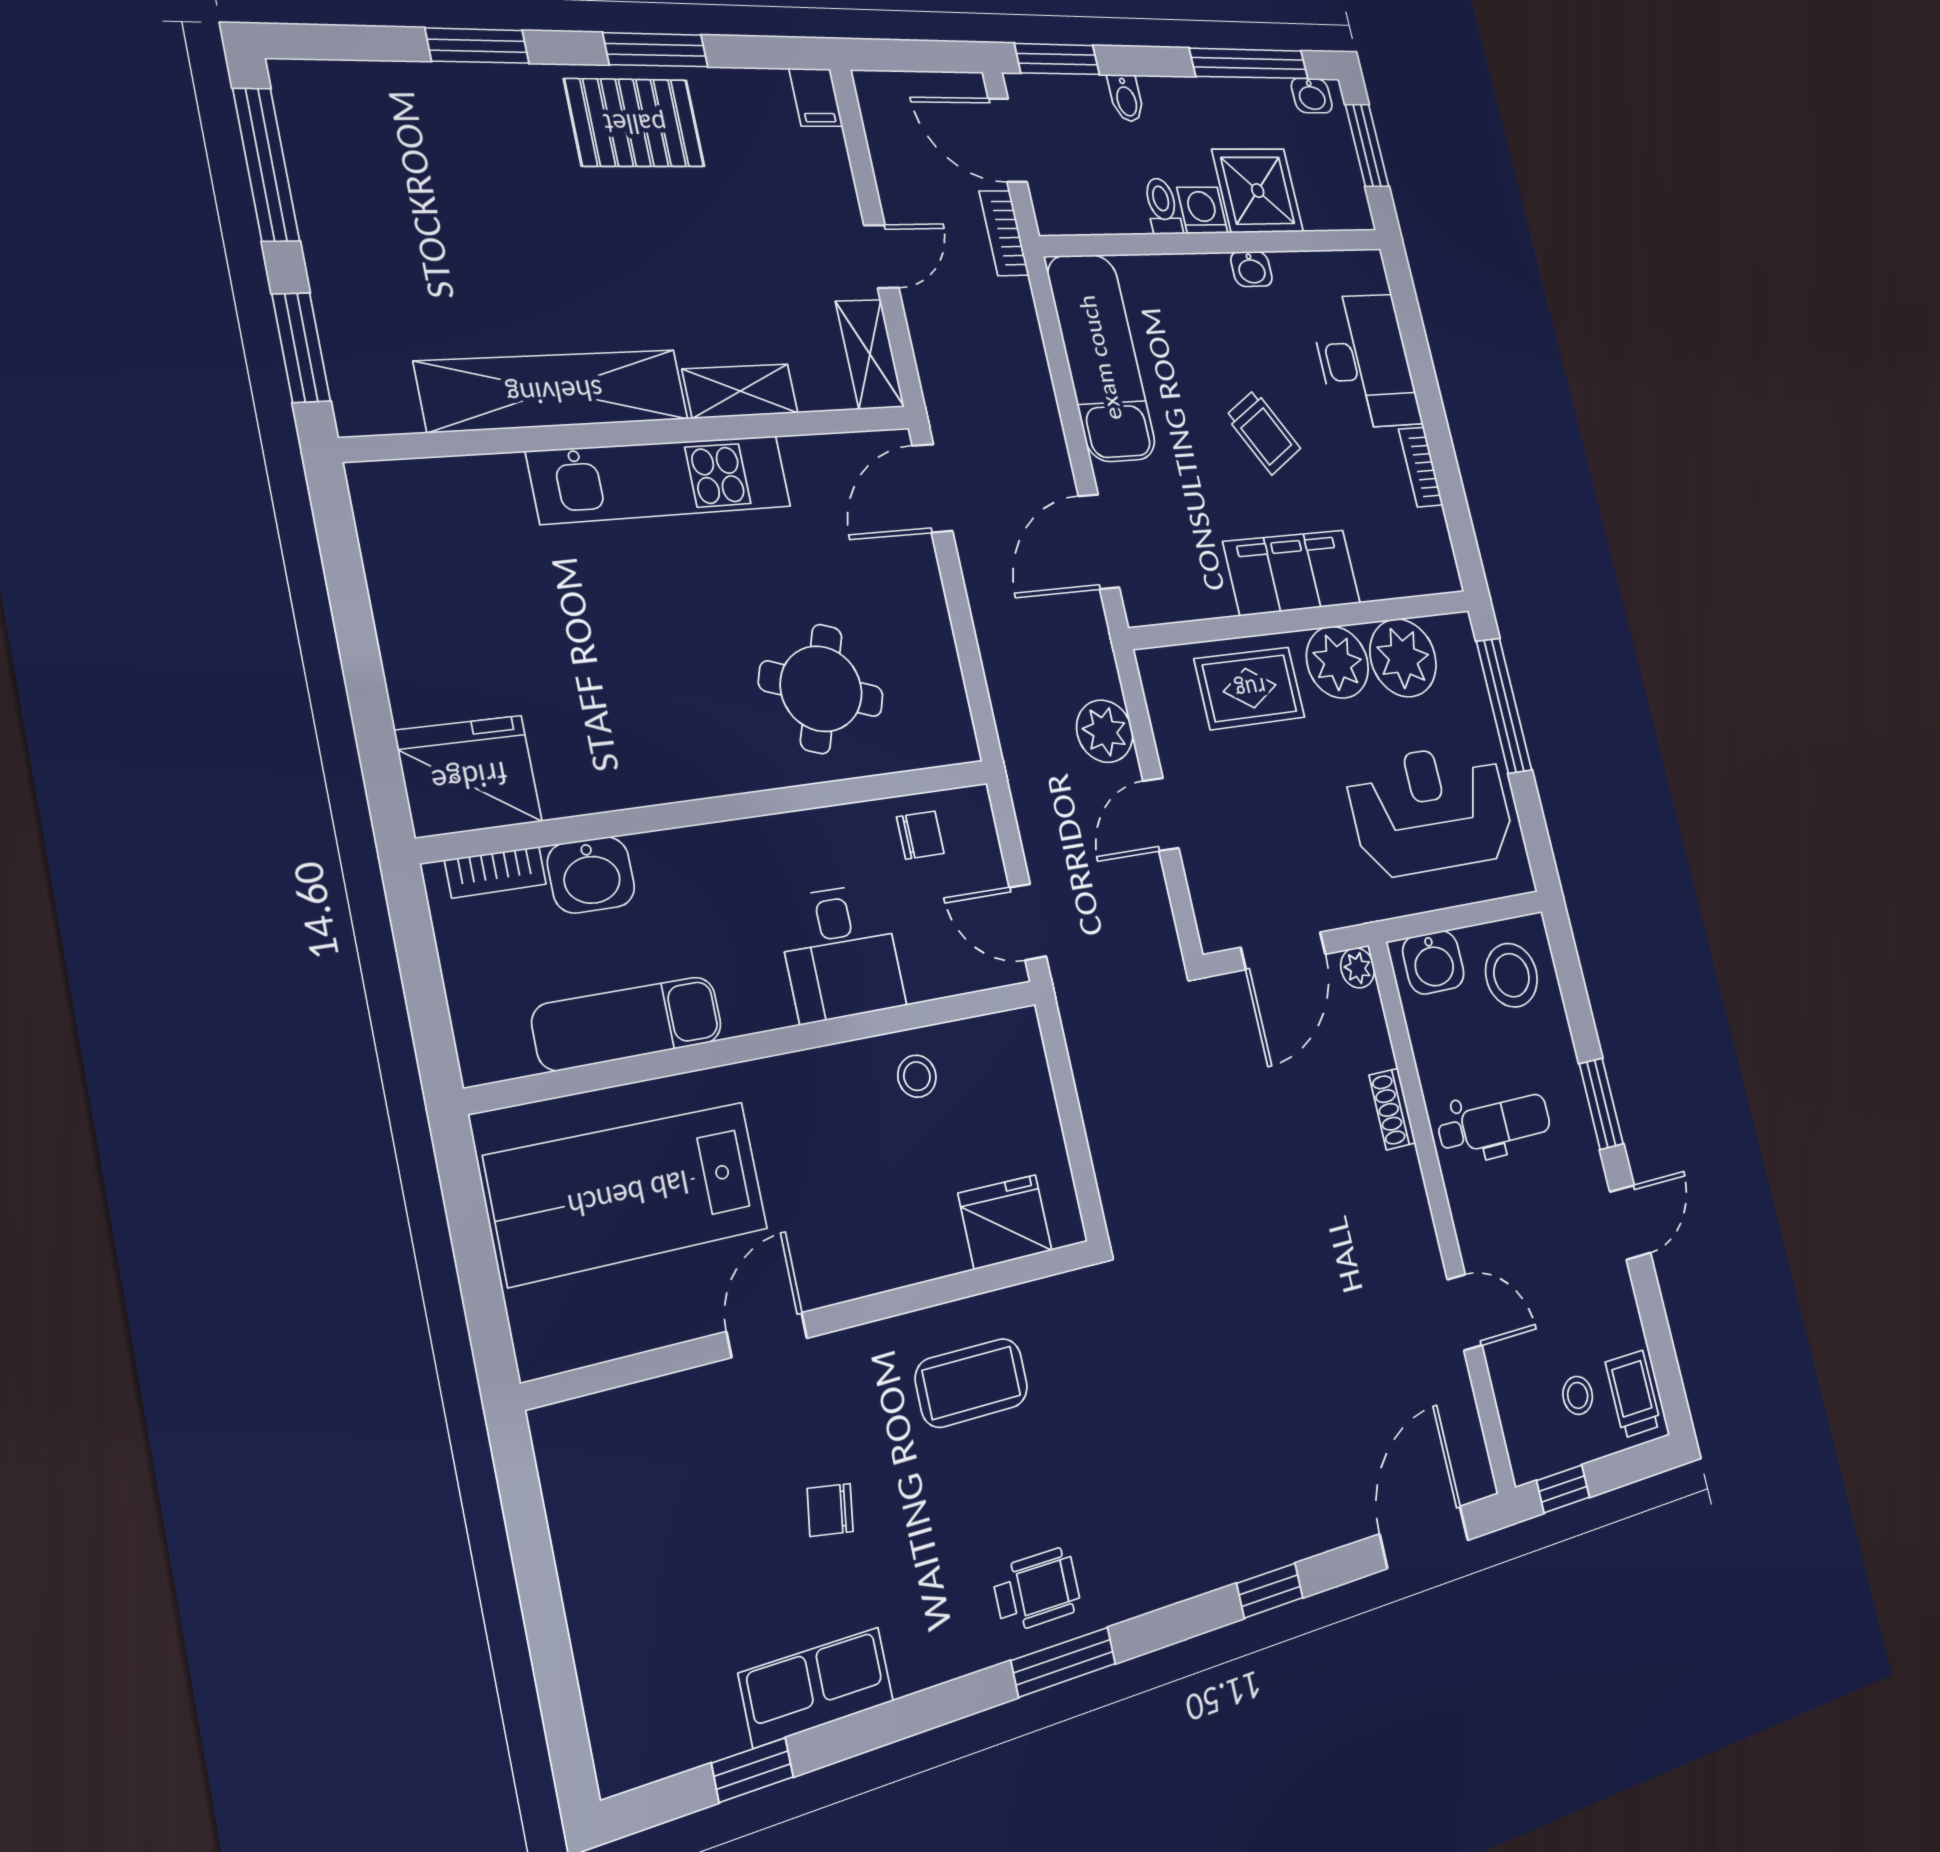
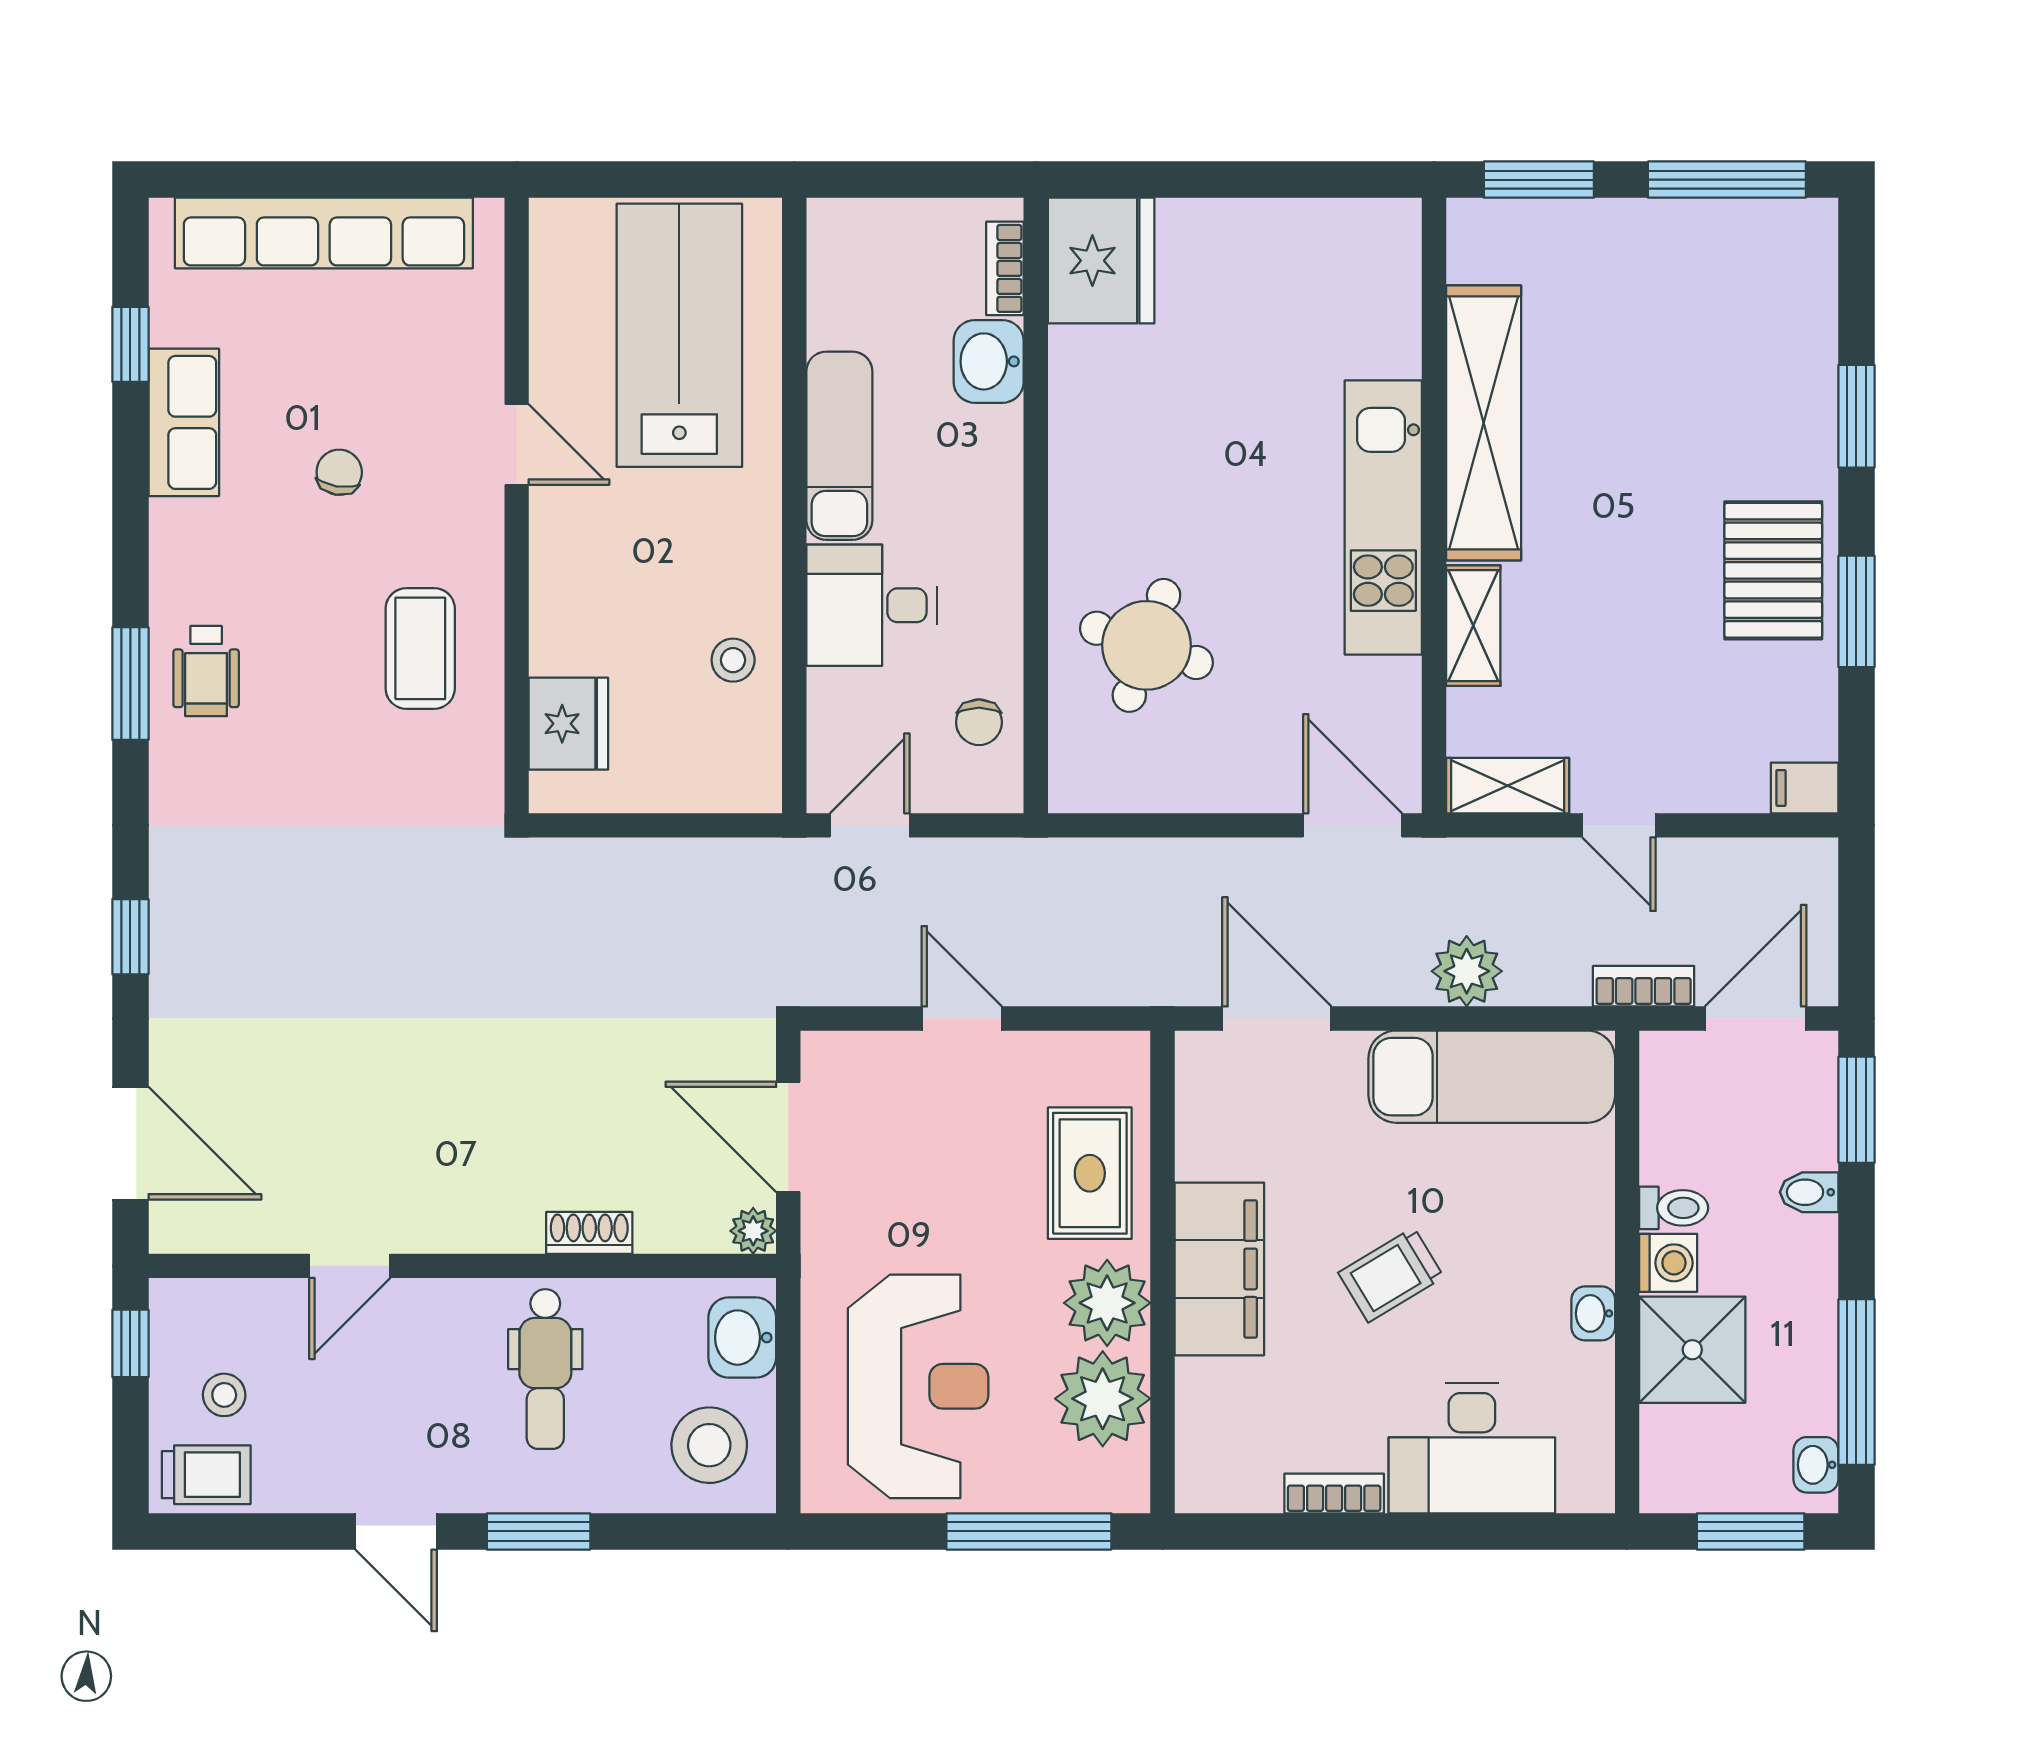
plant: (1105, 731) -> (1467, 971), moved
exam couch: (628, 1023) -> (839, 446), moved
row of seats: (599, 1596) -> (324, 233), added

